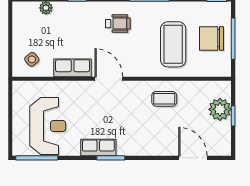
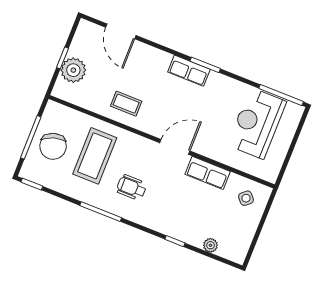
wheelchair: (118, 24) -> (132, 187), moved
chair: (211, 38) -> (53, 146), turned 72
door: (109, 79) -> (175, 147), swing flipped
row of seats: (98, 148) -> (189, 71), moved

